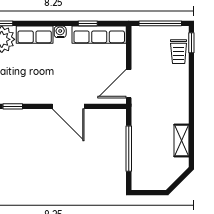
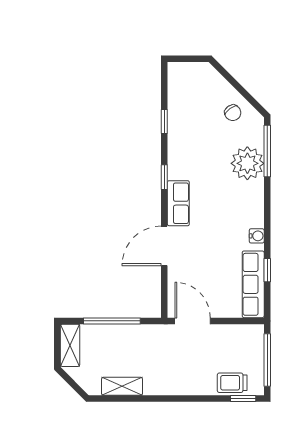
row of seats: (35, 35) -> (178, 203), moved, turned 180
shelving: (148, 182) -> (70, 345), added

